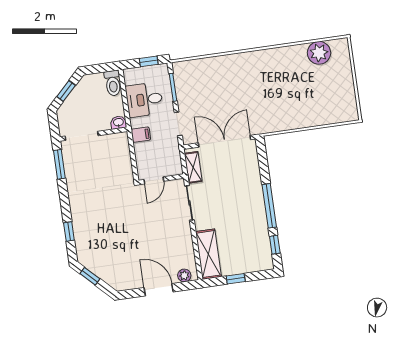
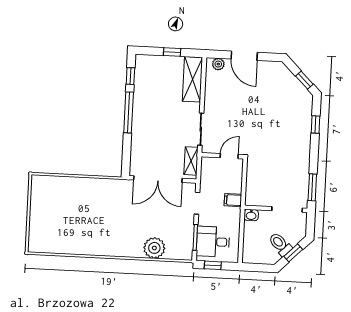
plant: (319, 53) -> (154, 248), moved
toilet: (113, 83) -> (280, 244), moved, turned -45
desk: (144, 100) -> (213, 242), moved, turned 180

